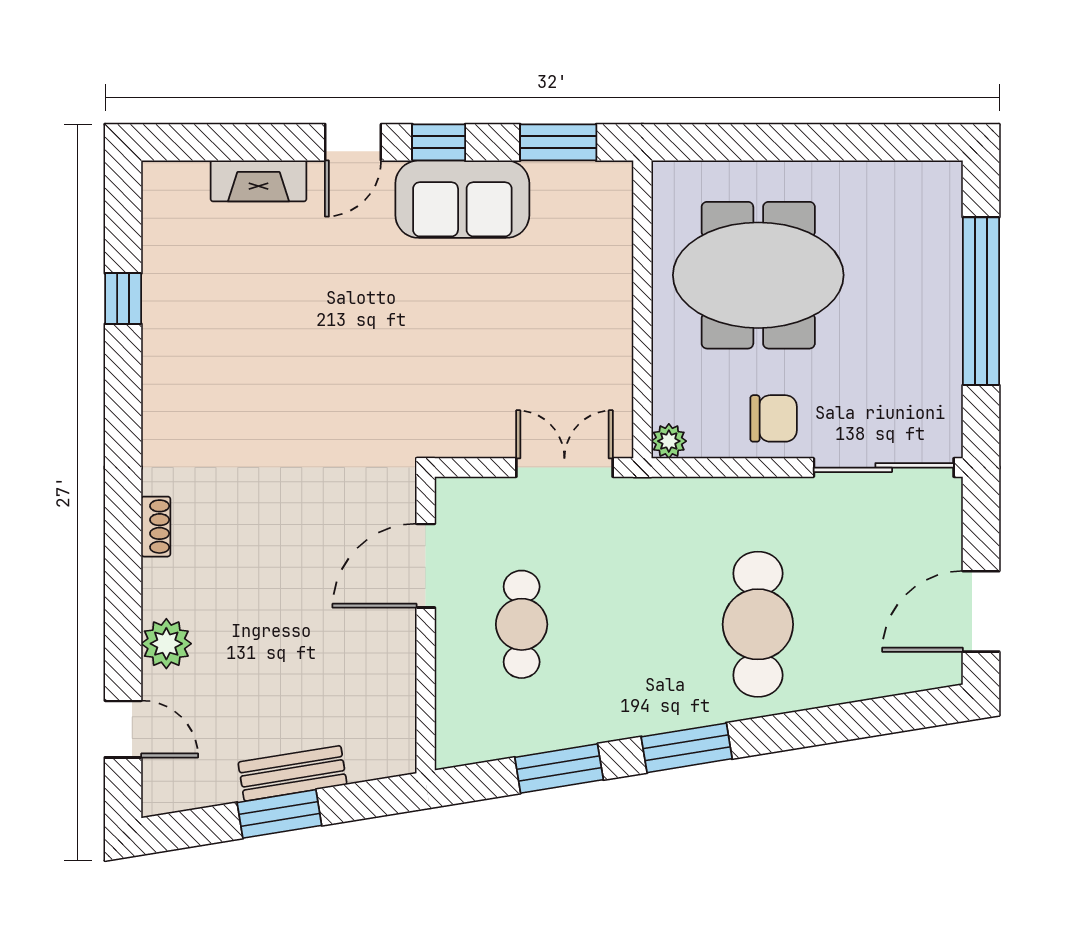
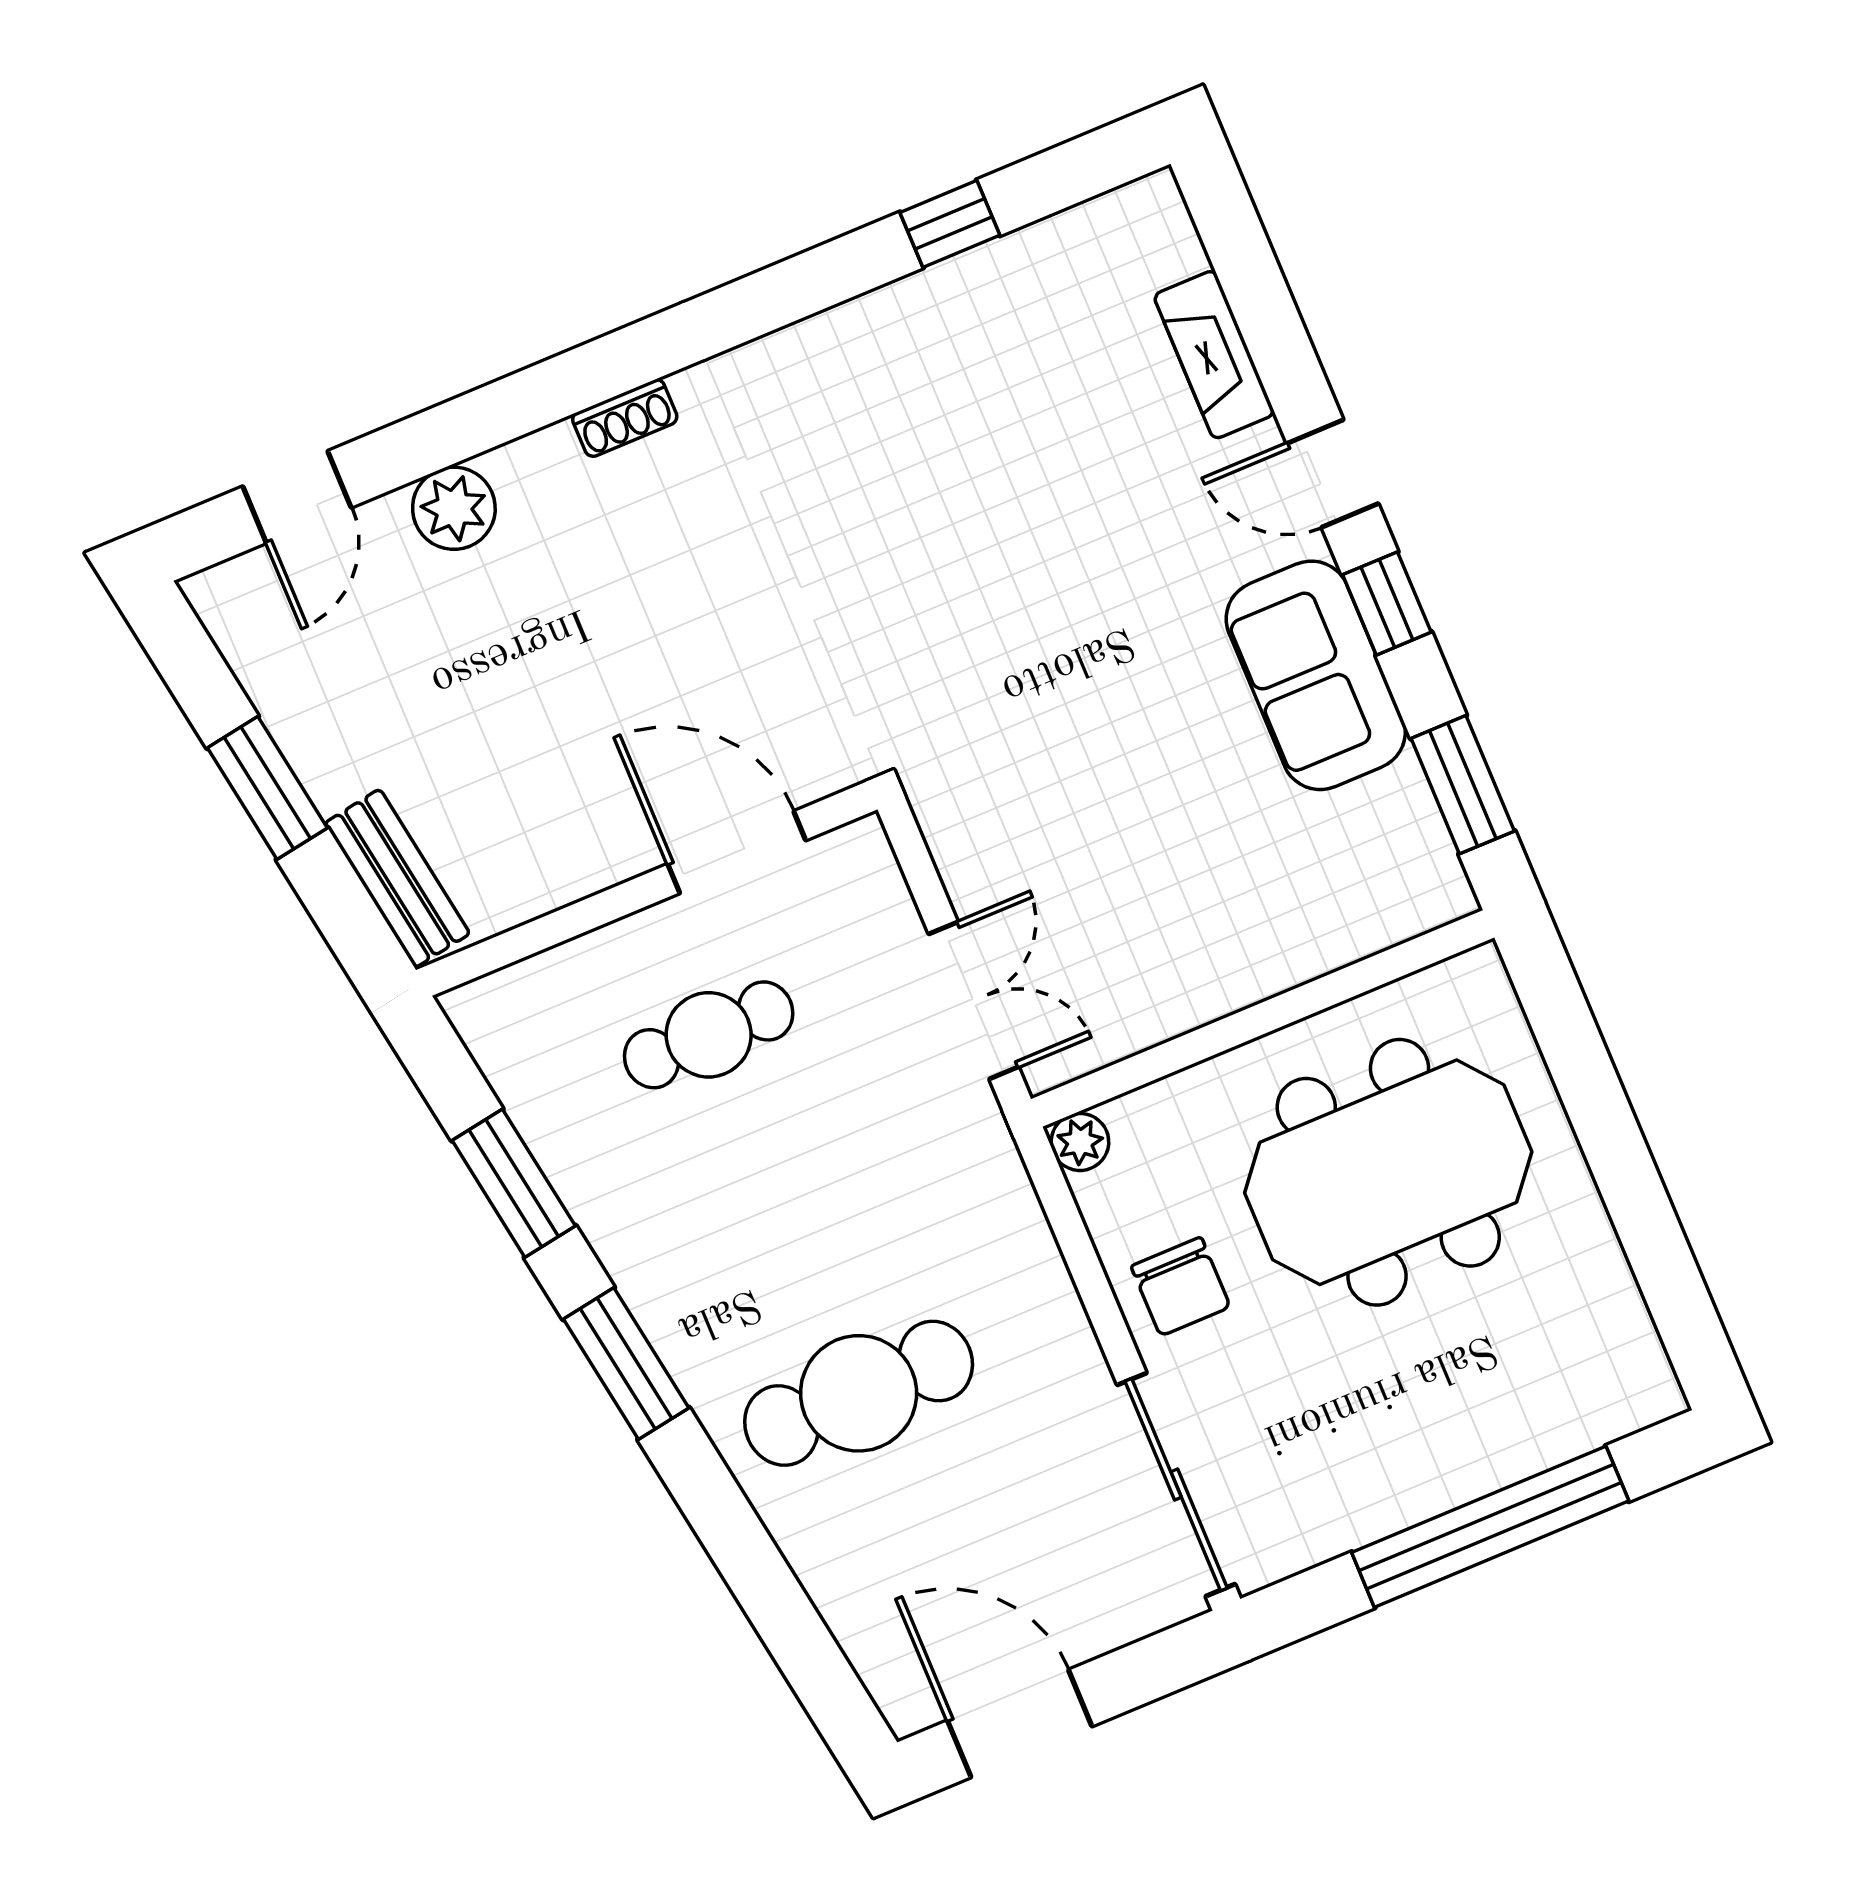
meeting table: (758, 275) -> (1388, 1172), turned 90
bench: (293, 773) -> (397, 878), moved

